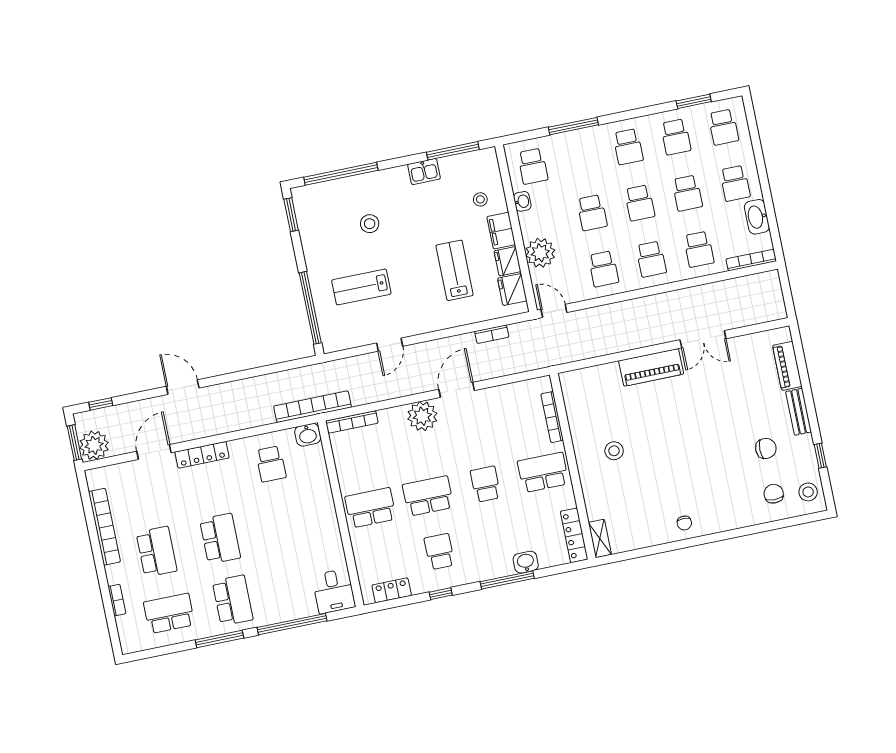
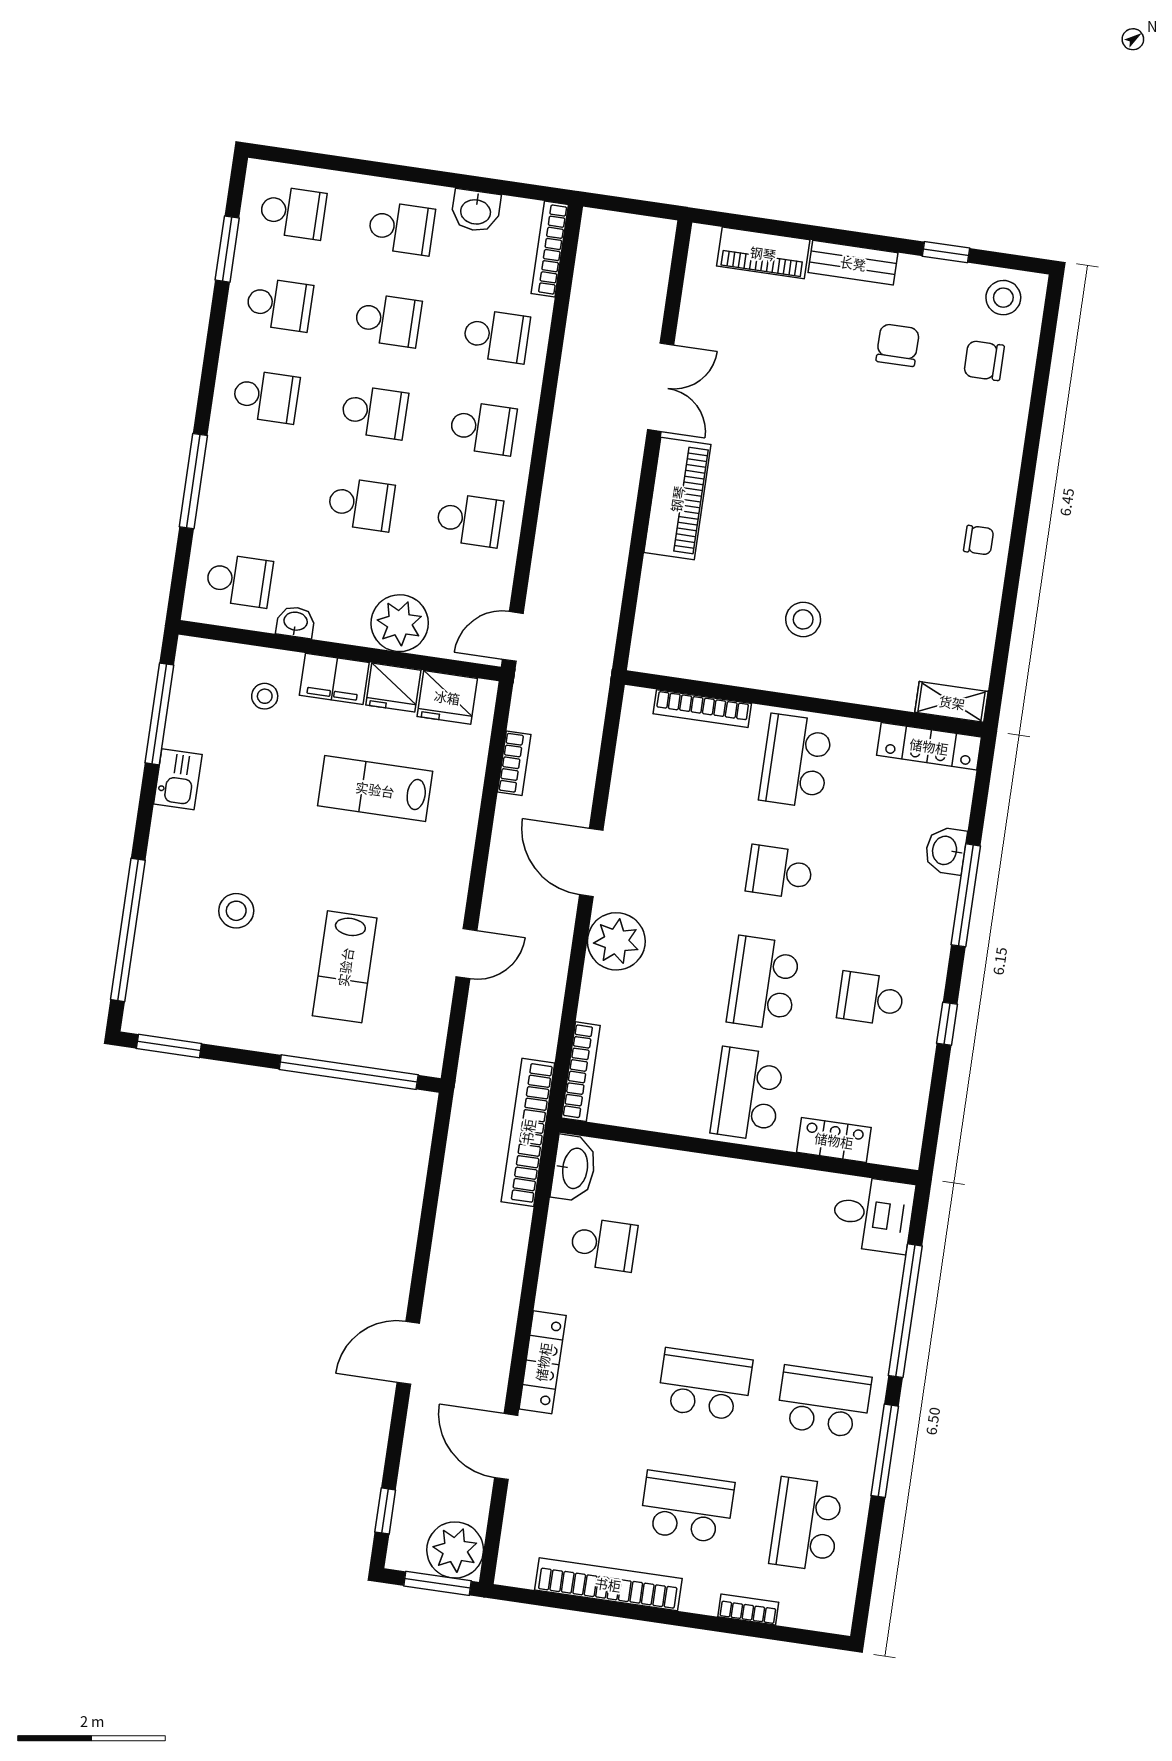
washbasin: (757, 217) -> (476, 211), width x0.72
door: (390, 345) -> (466, 954), hinge flipped
washbasin: (308, 435) -> (574, 1168), width x1.38
locker: (392, 590) -> (834, 1140), moved, turned 90

